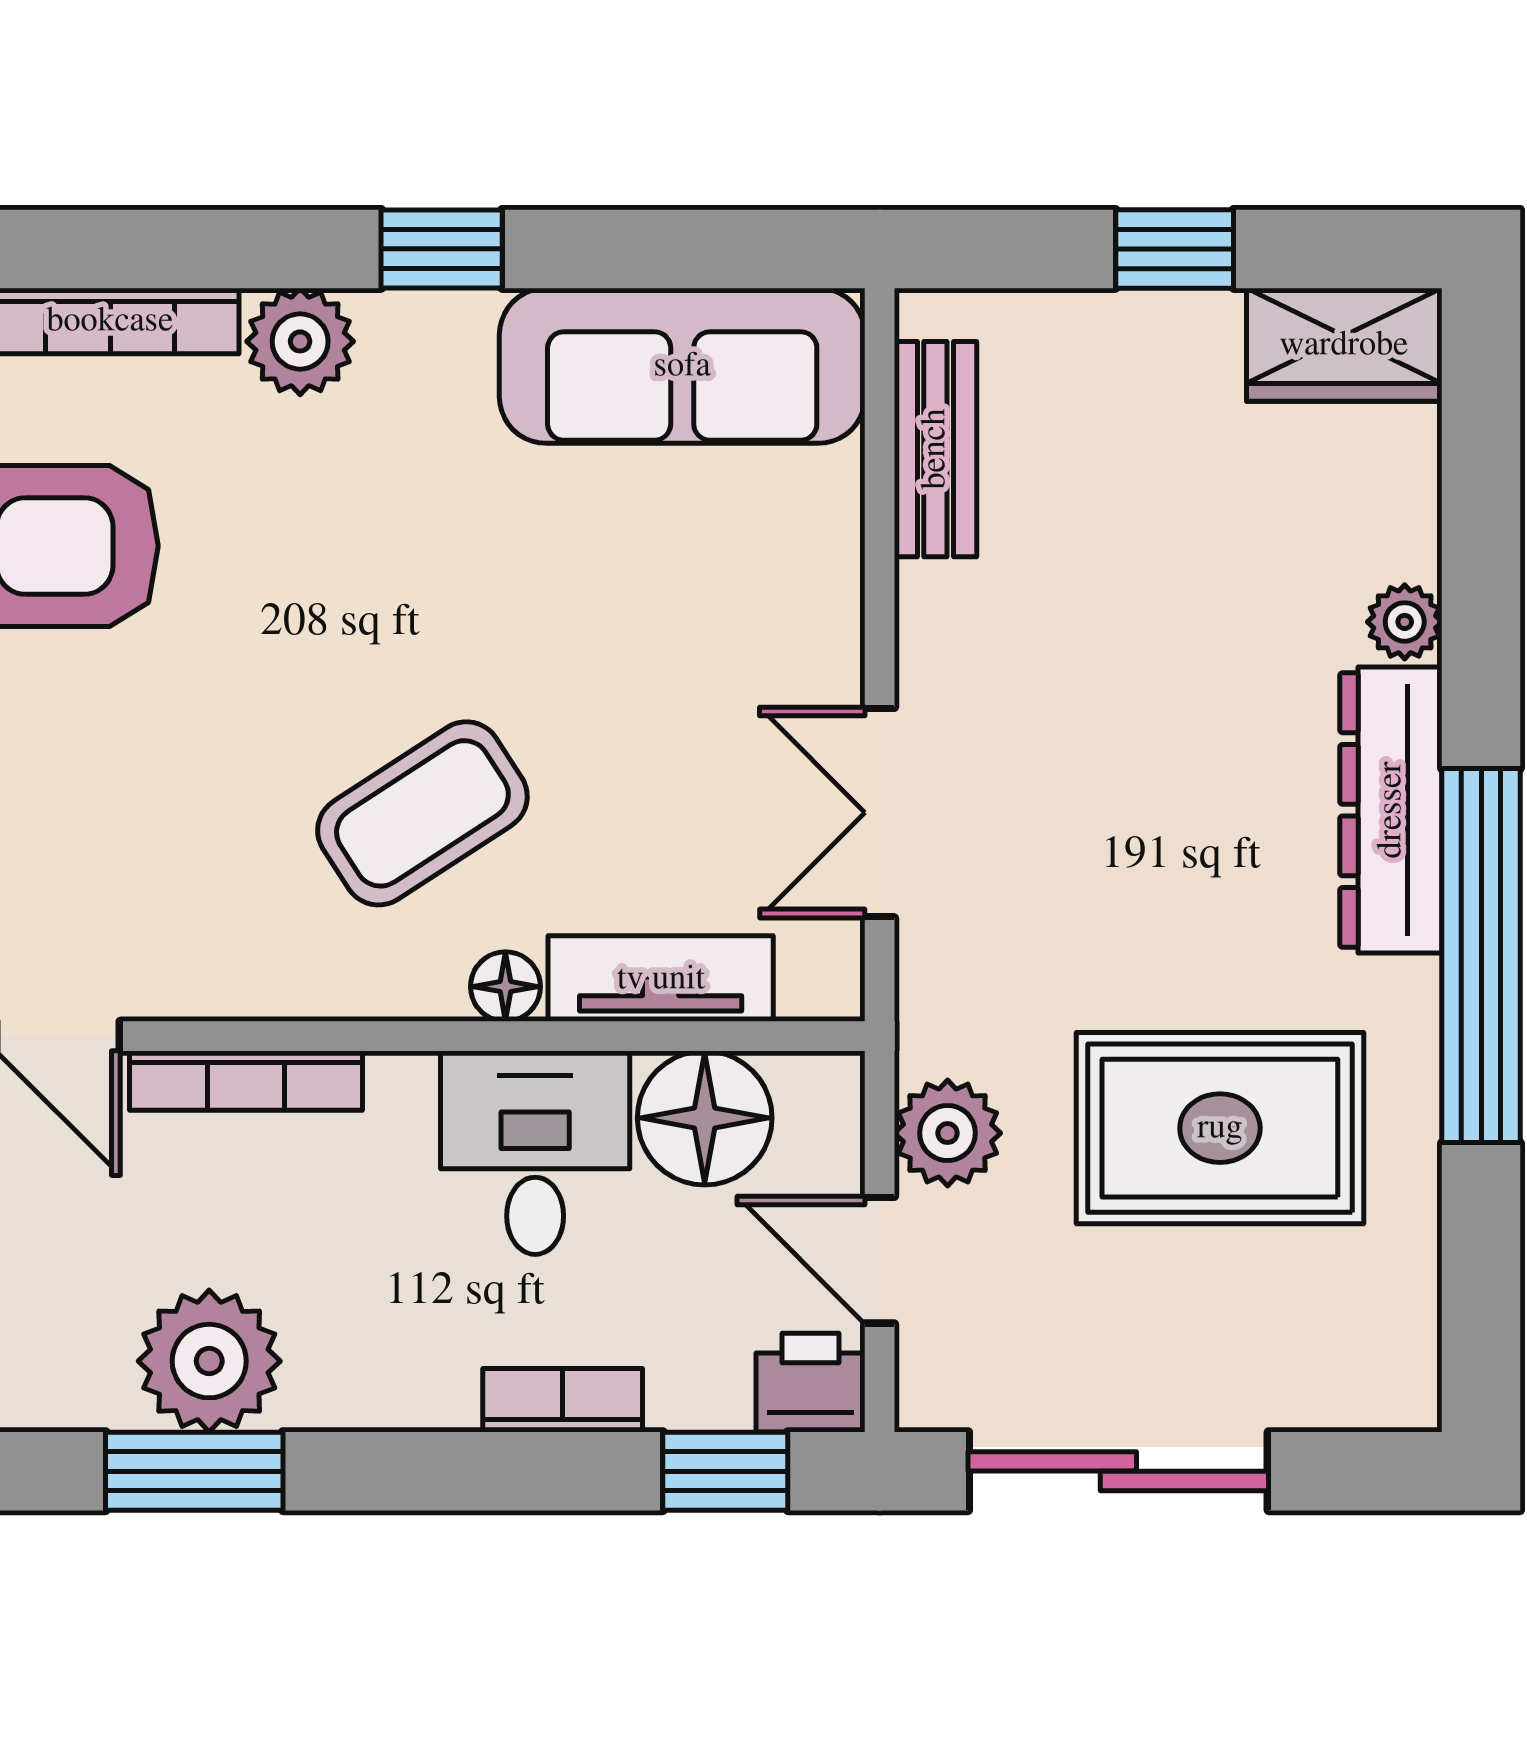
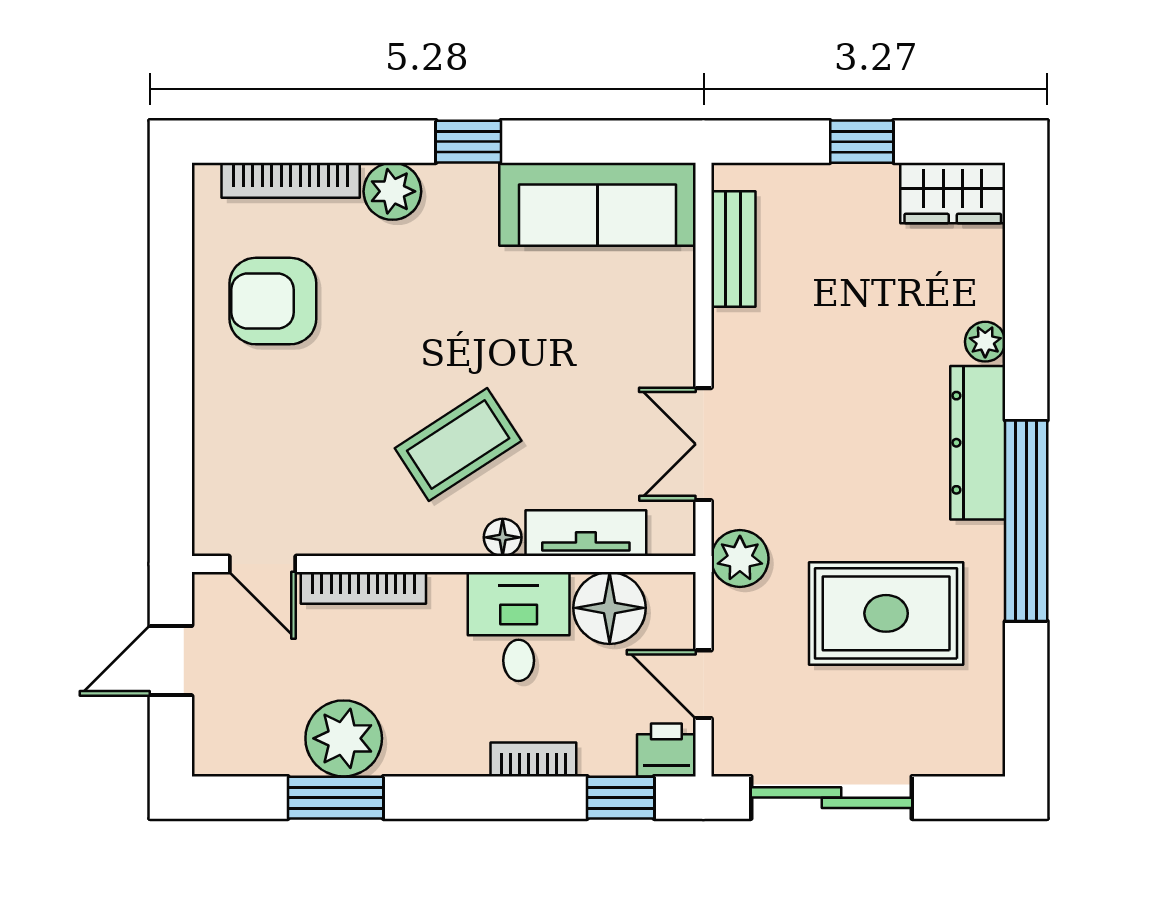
plant: (948, 1133) -> (740, 559), moved

